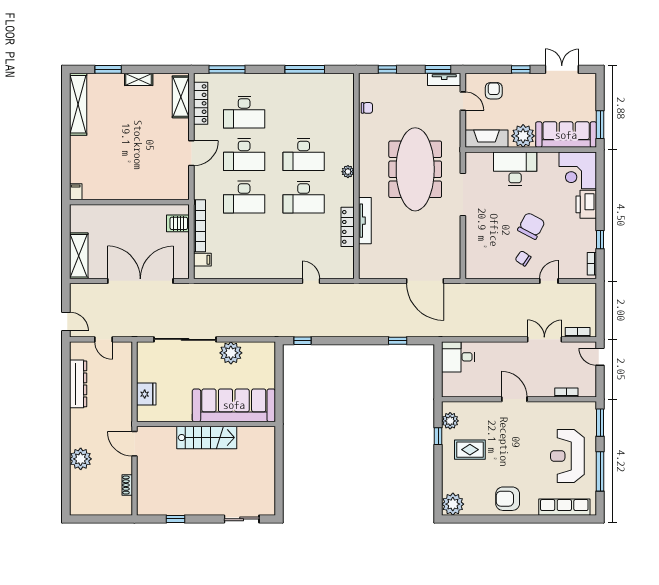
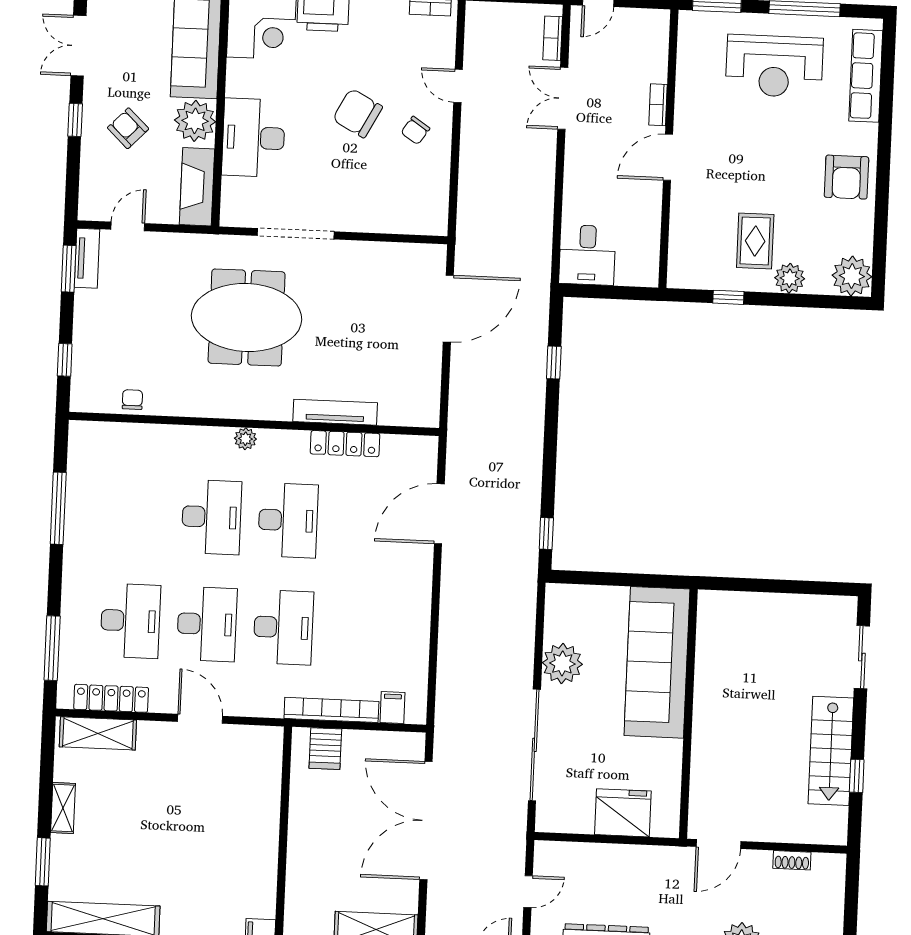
armchair: (494, 91) -> (128, 128), moved, turned 44
meeting table: (415, 169) -> (247, 317), width x0.73
door: (311, 281) -> (439, 514), width x1.88
bookcase: (566, 392) -> (658, 105), moved
fridge: (146, 394) -> (623, 813), width x1.36, depth x1.34
plant: (450, 421) -> (790, 278), moved
stairs: (207, 438) -> (831, 751), moved, turned 180

